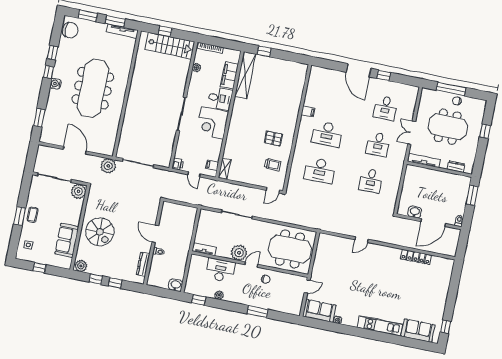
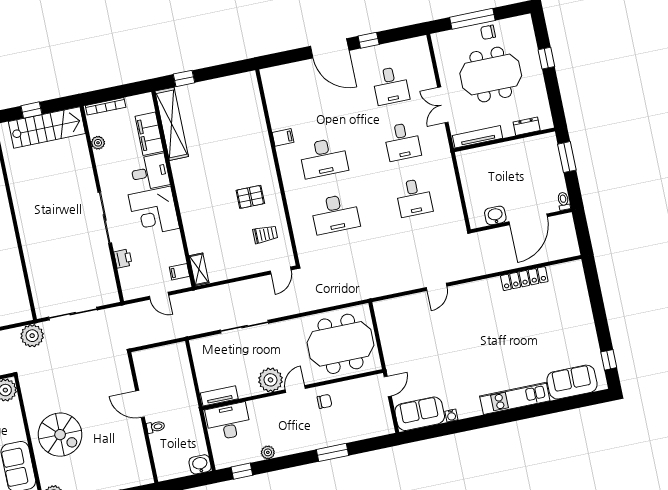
printer: (178, 164) -> (123, 259), moved
dresser: (143, 264) -> (141, 454), removed
desk: (220, 270) -> (228, 422), moved

